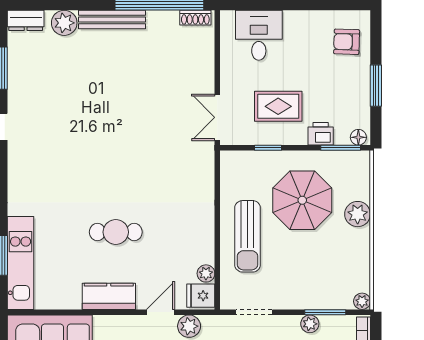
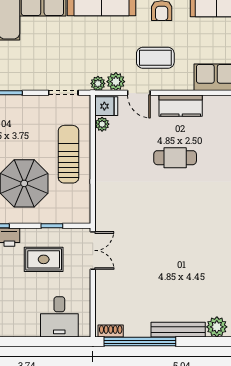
door: (160, 312) -> (139, 93), hinge flipped
plant: (310, 324) -> (98, 83), moved

